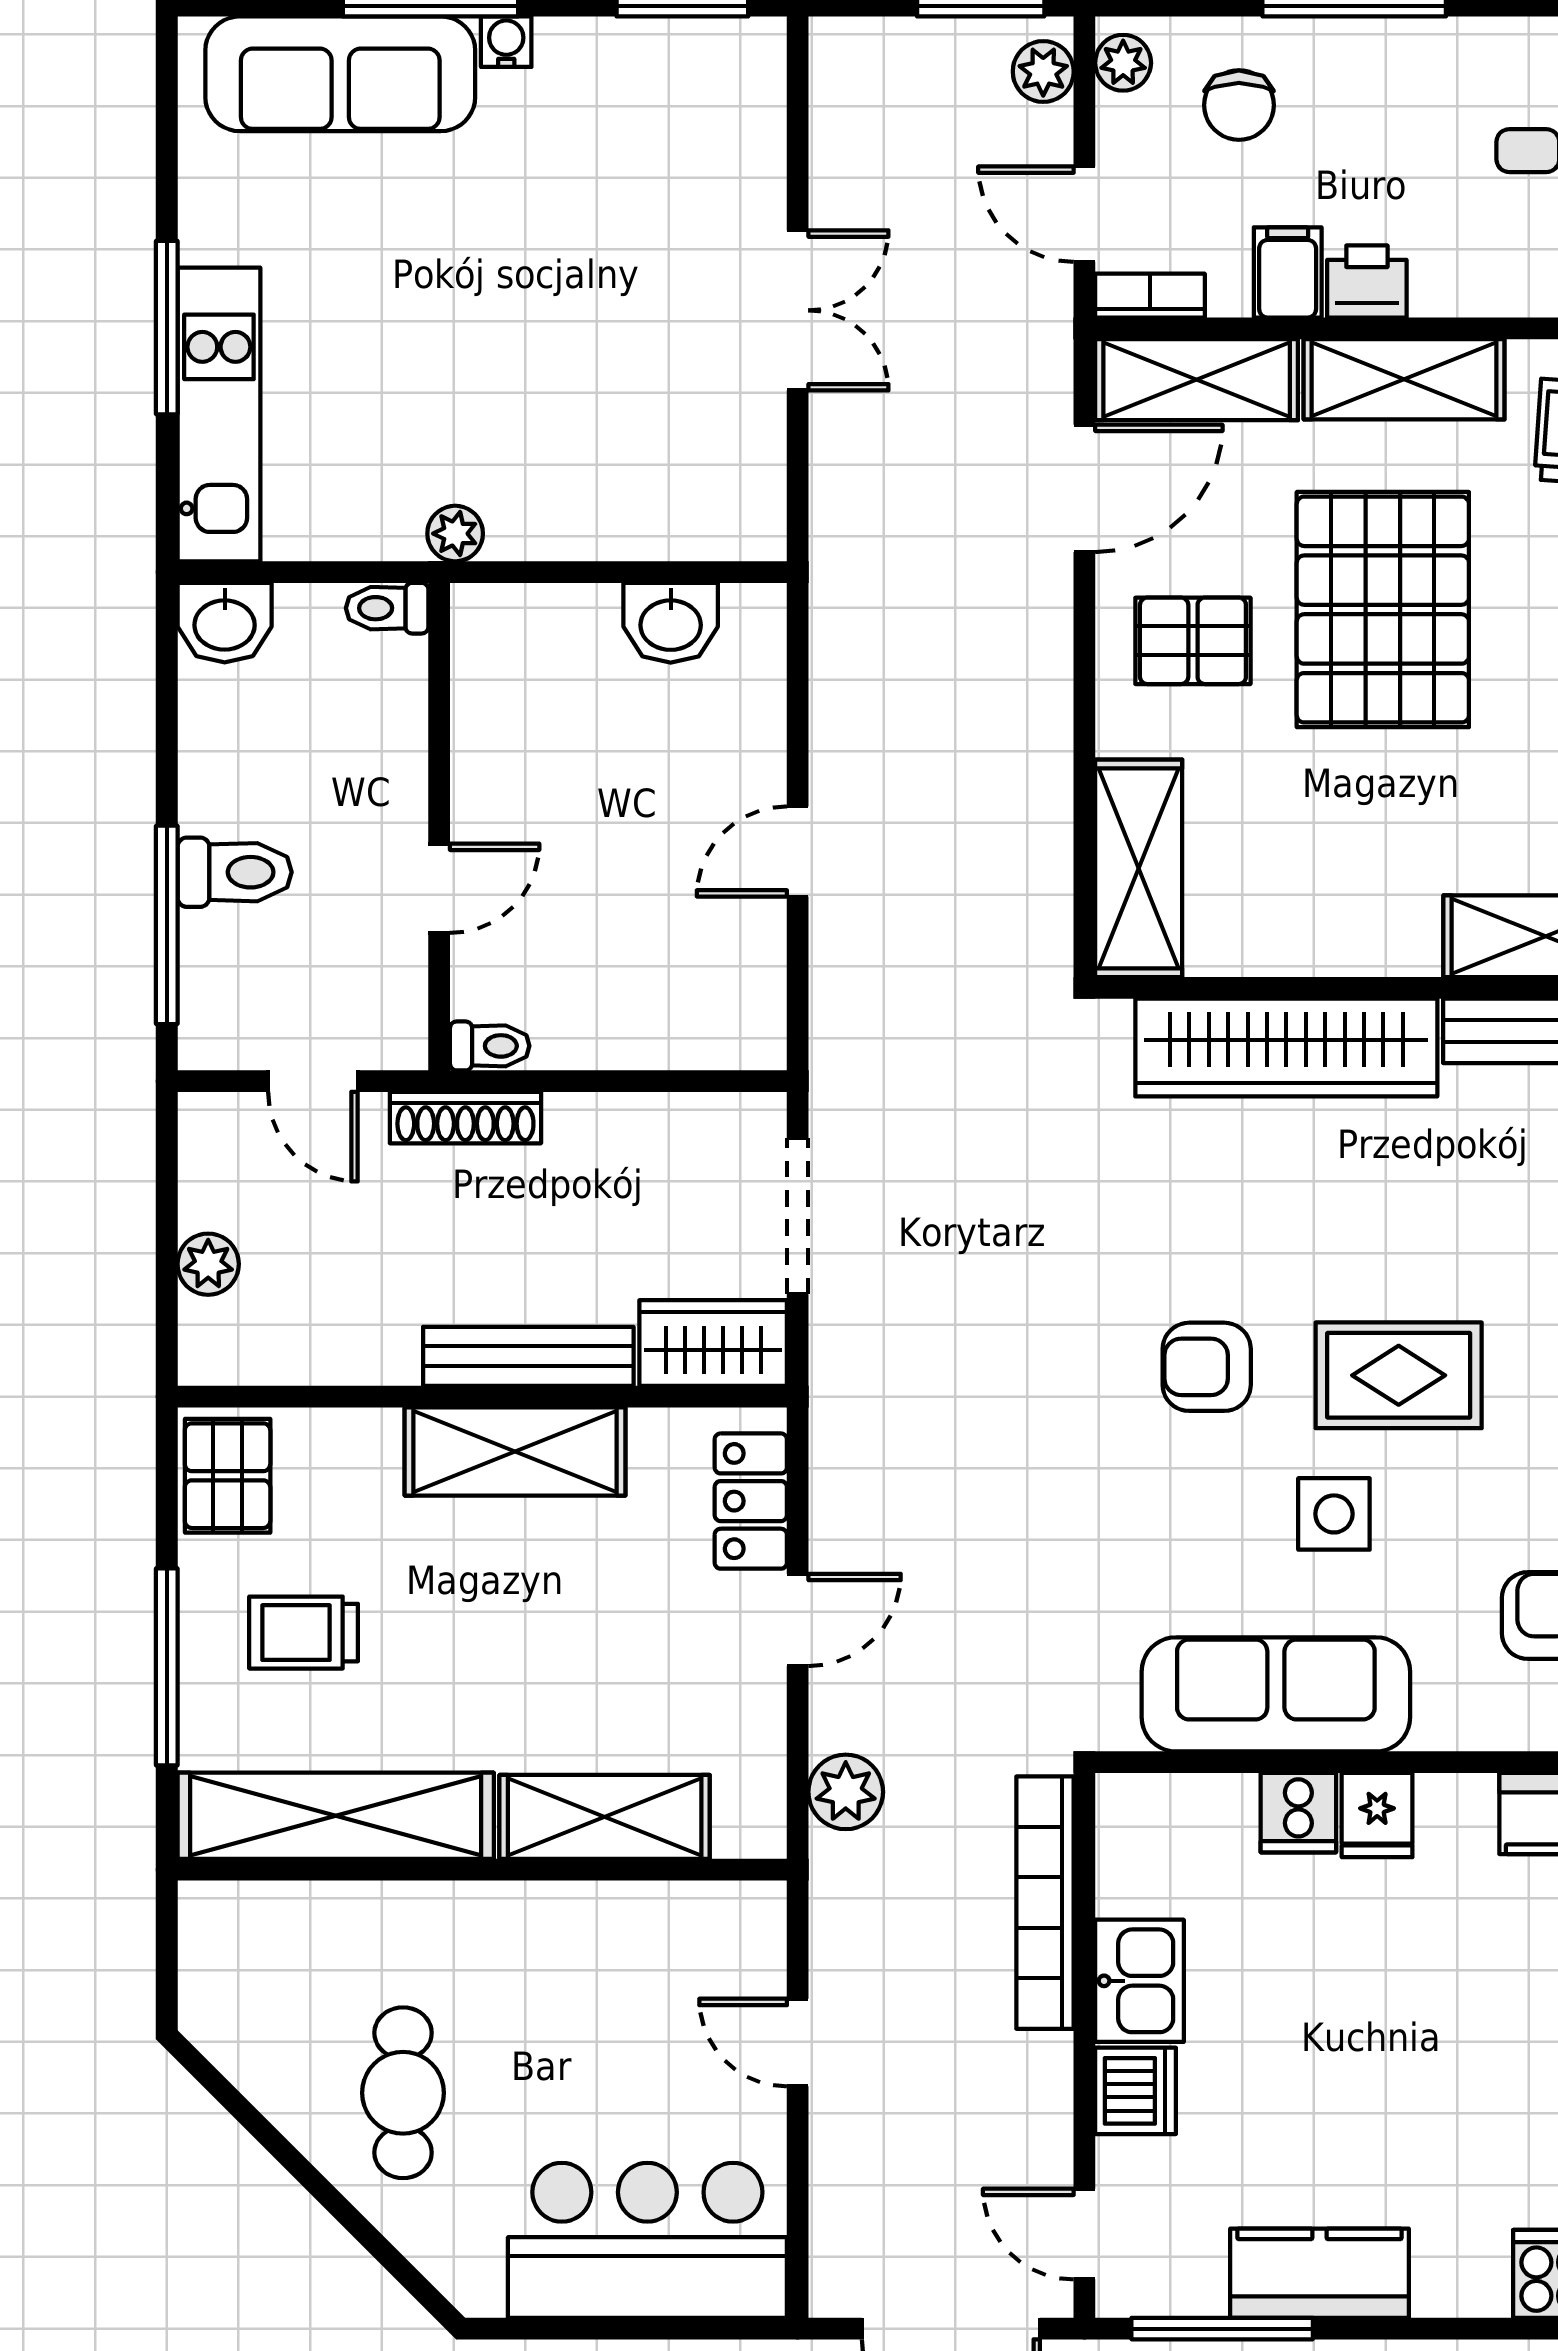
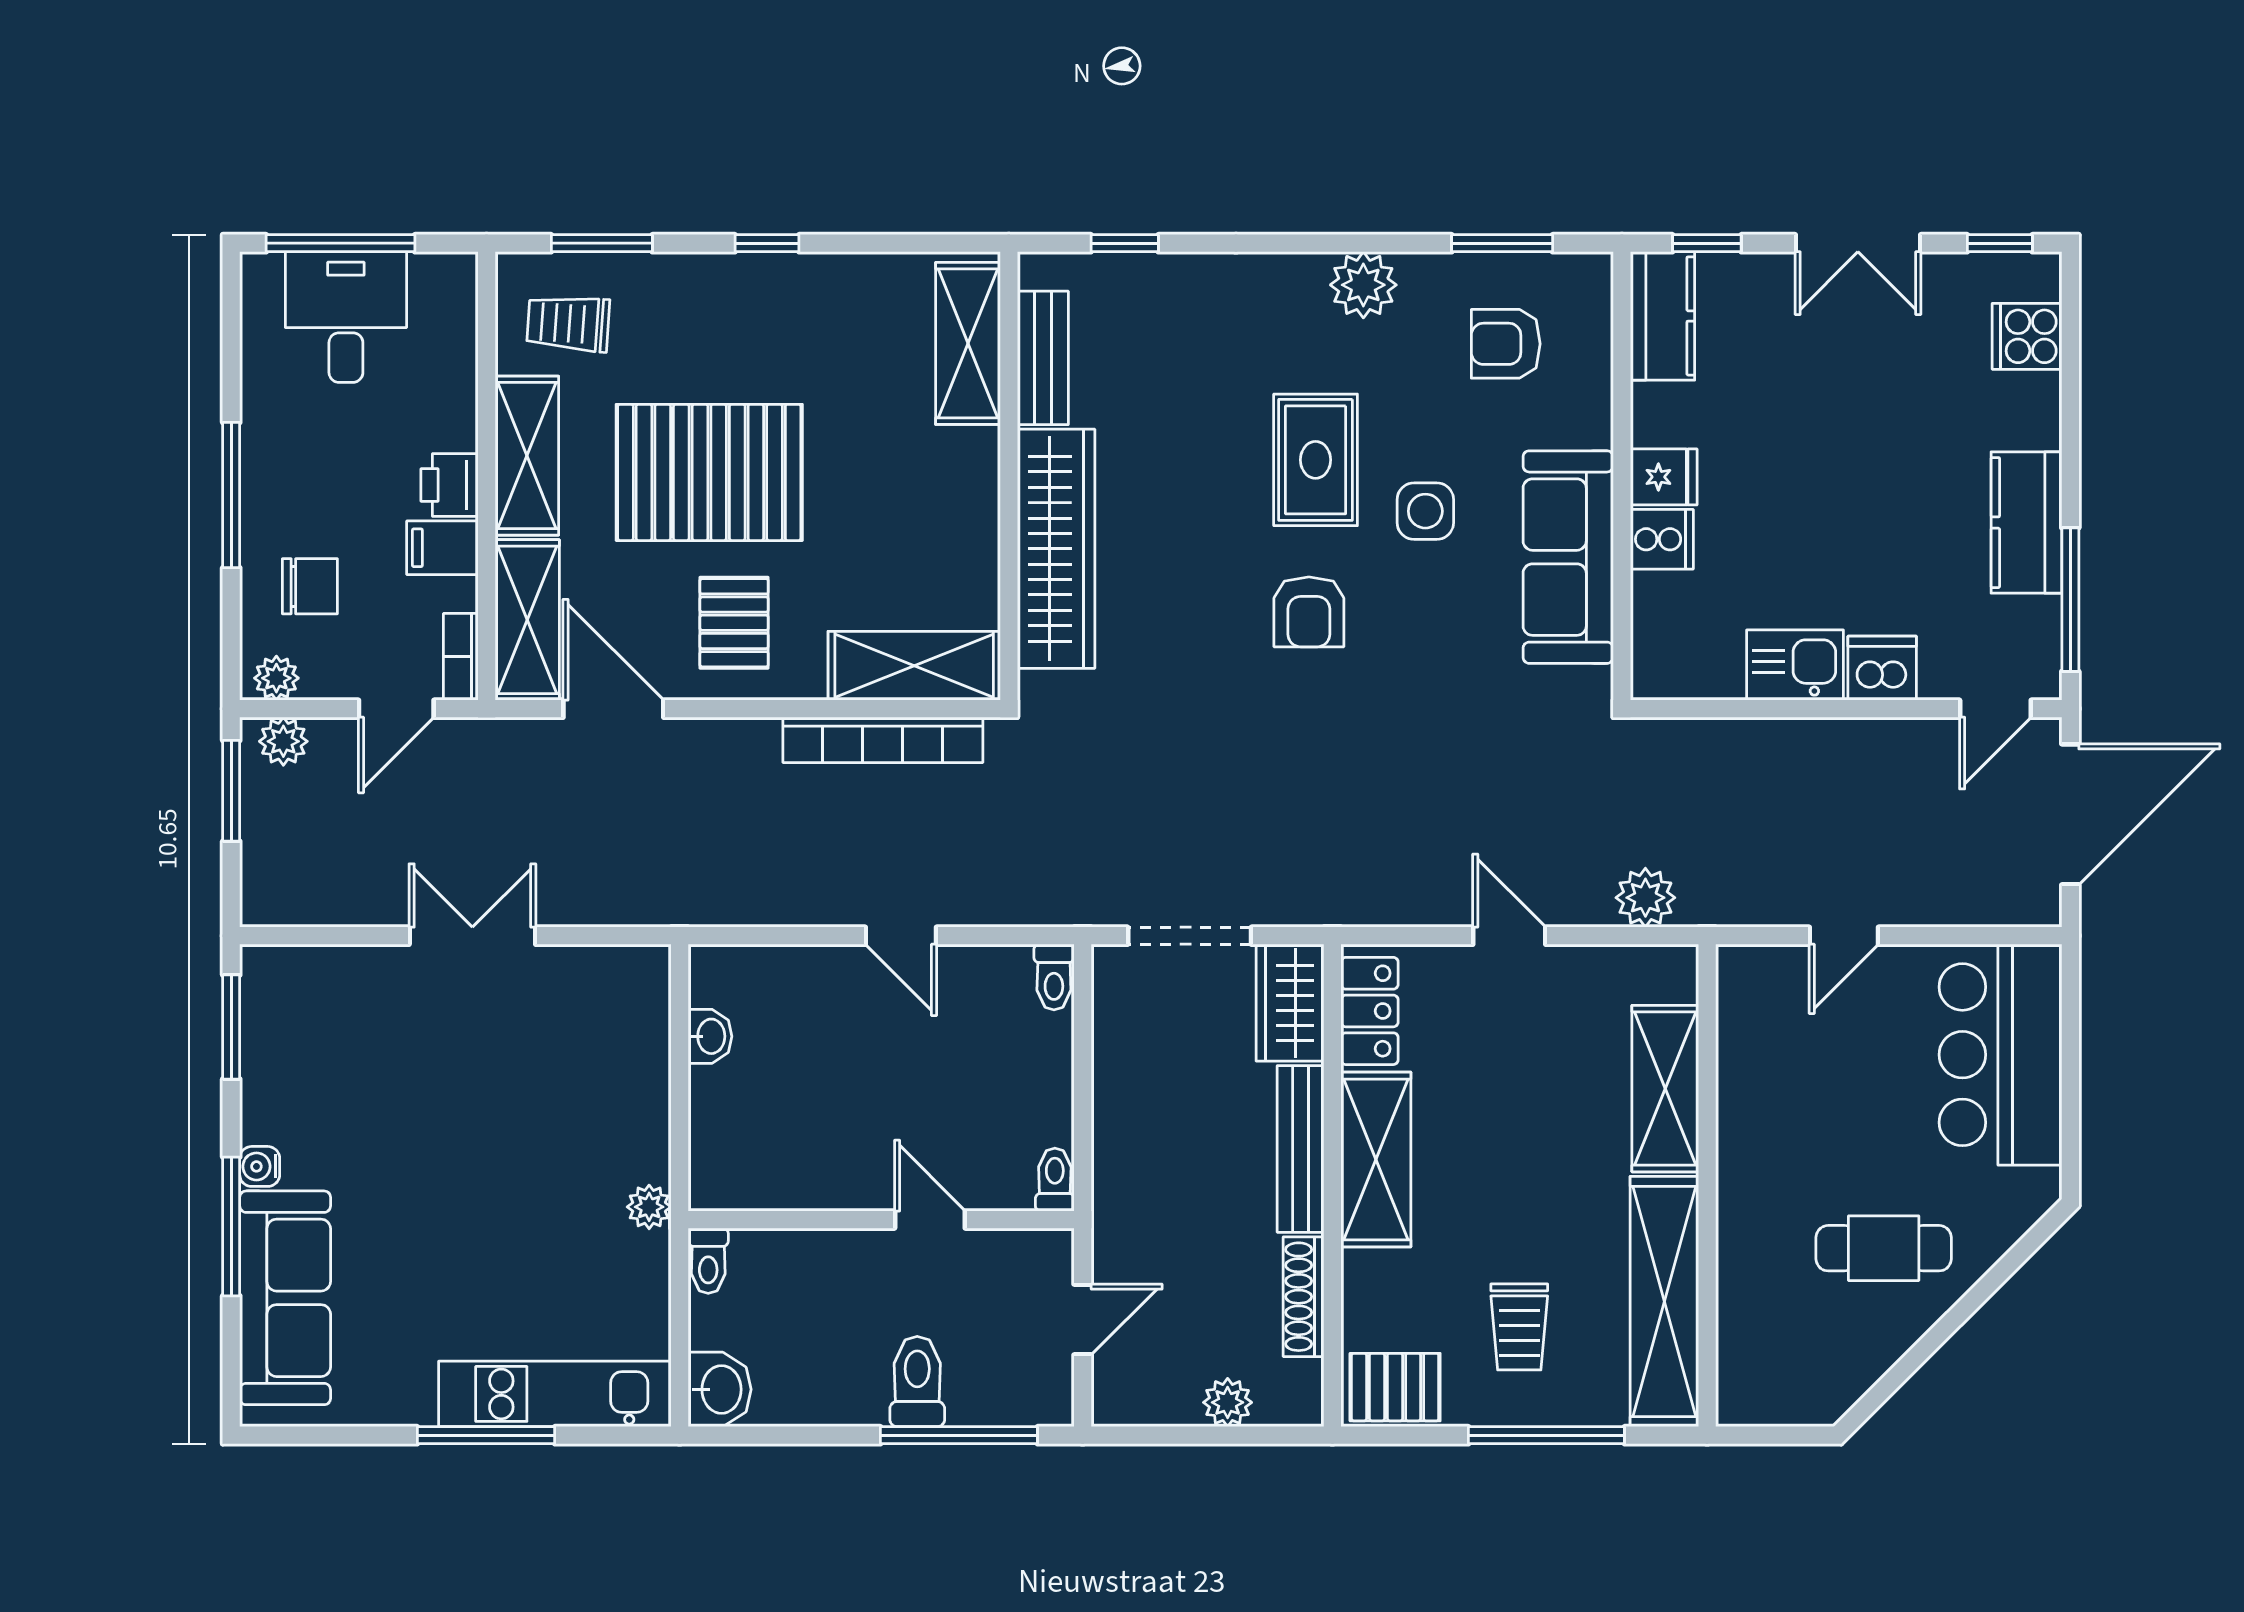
washbasin: (671, 623) -> (710, 1036), width x0.72, depth x0.69
toilet: (745, 1045) -> (1054, 977), added
shoe rack: (465, 1118) -> (1304, 1297), moved, turned 180
locker: (751, 1501) -> (1369, 1011), moved, turned -90
bookcase: (1045, 1903) -> (883, 740), moved

